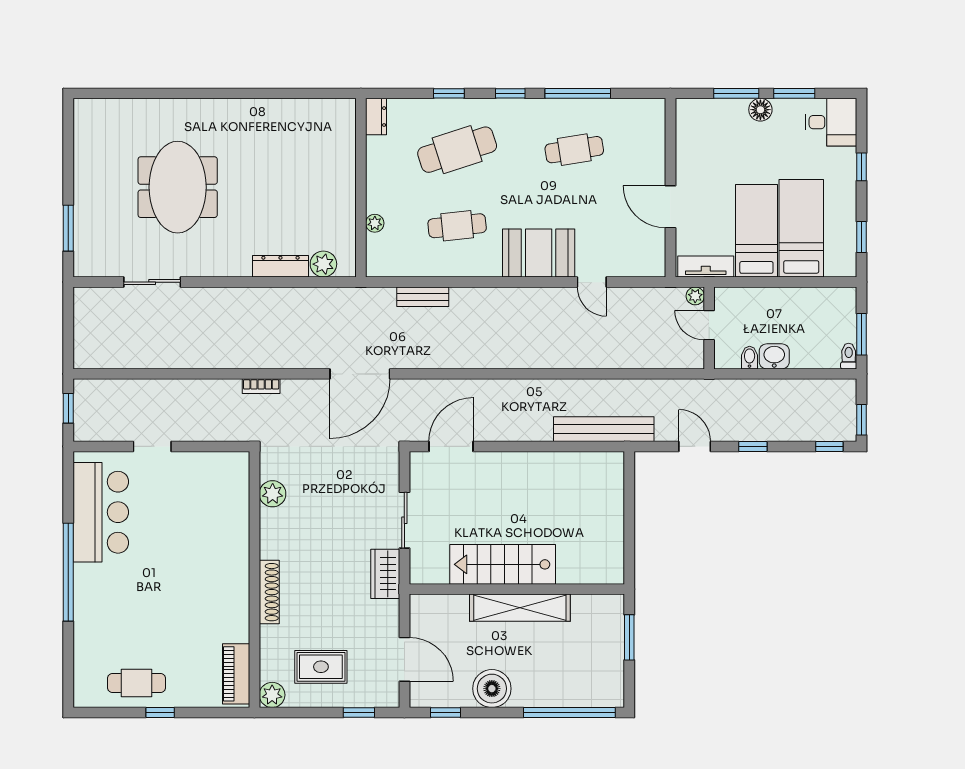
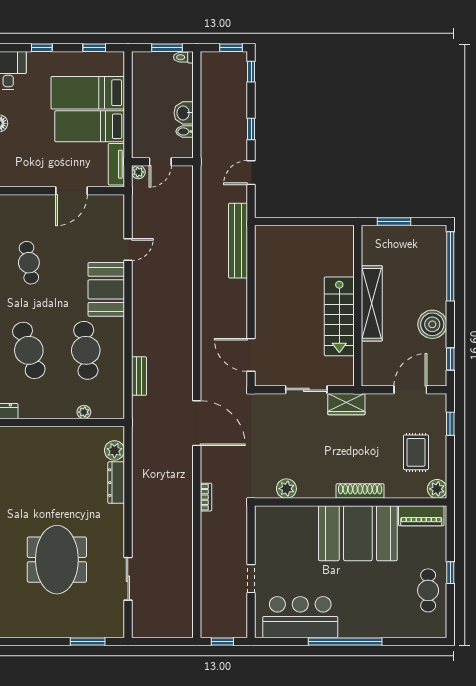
meeting table: (178, 187) -> (57, 560), turned 90
cafe table: (457, 226) -> (86, 350), width x1.37, depth x1.35
booth: (213, 589) -> (358, 533), added

